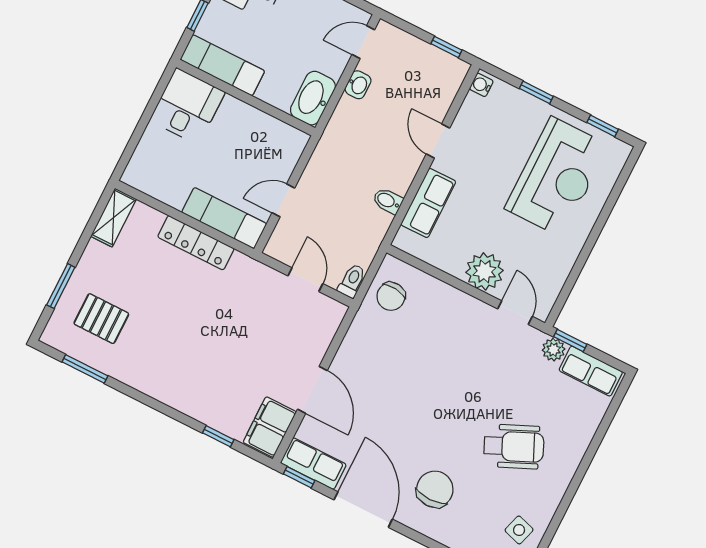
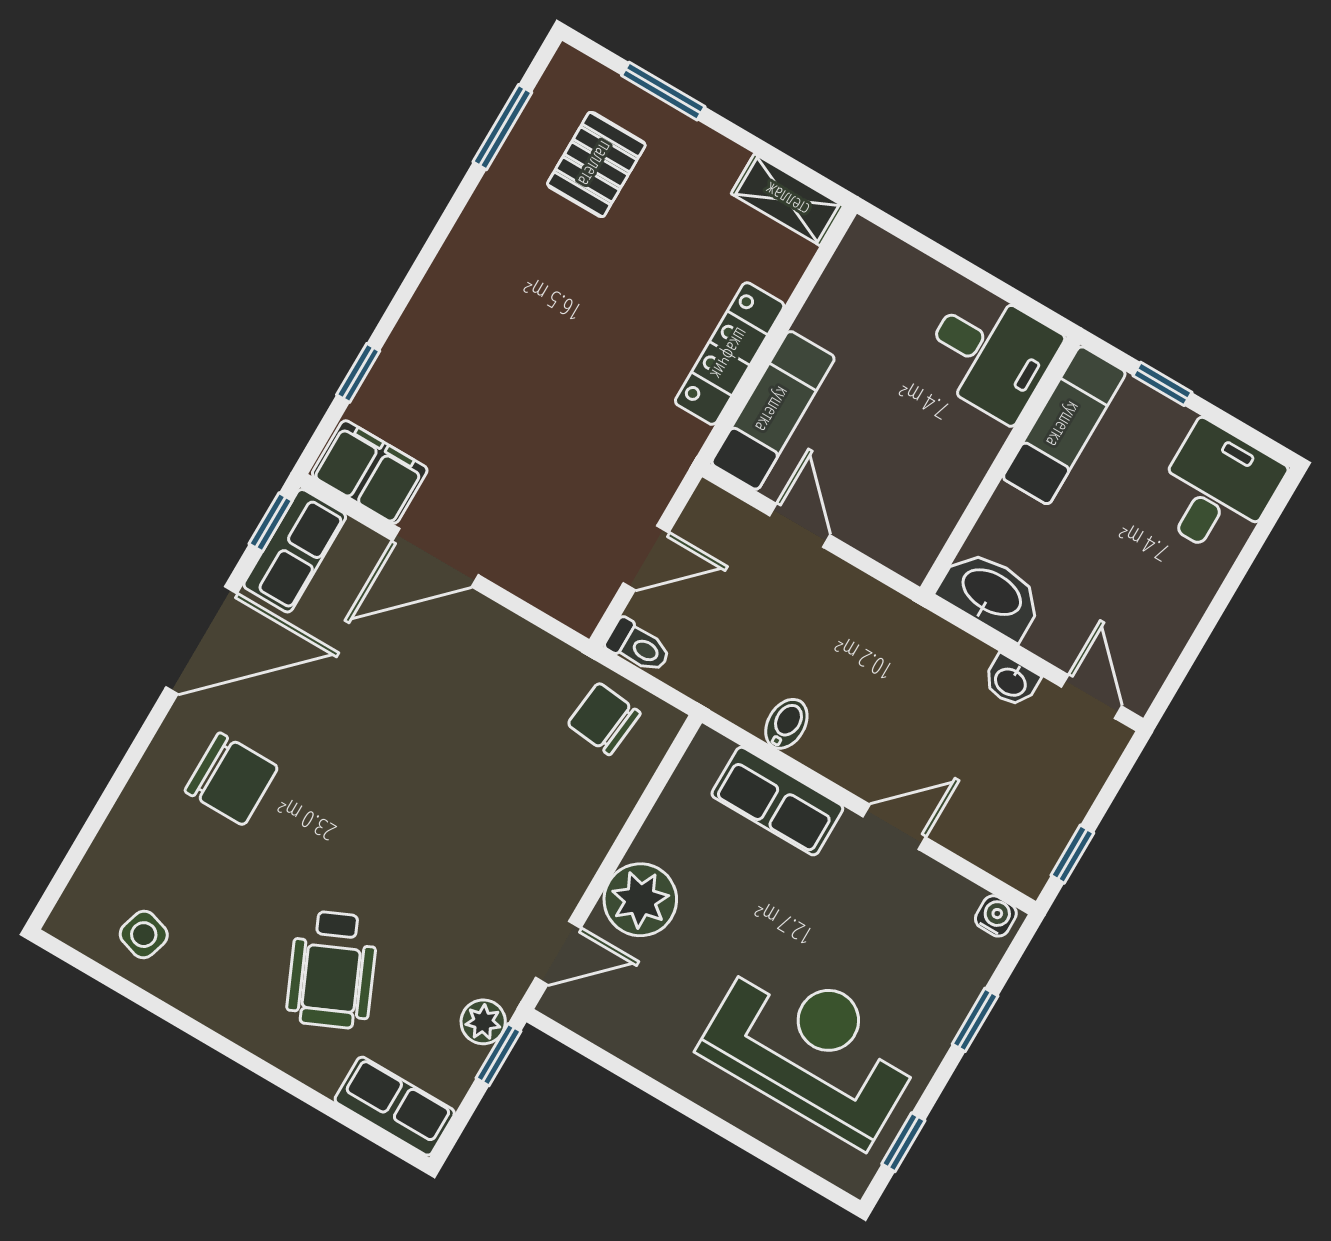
reception desk: (557, 177) -> (812, 1049), turned 180
row of seats: (591, 371) -> (395, 1106), moved, turned 90
wheelchair: (514, 447) -> (332, 970), moved

